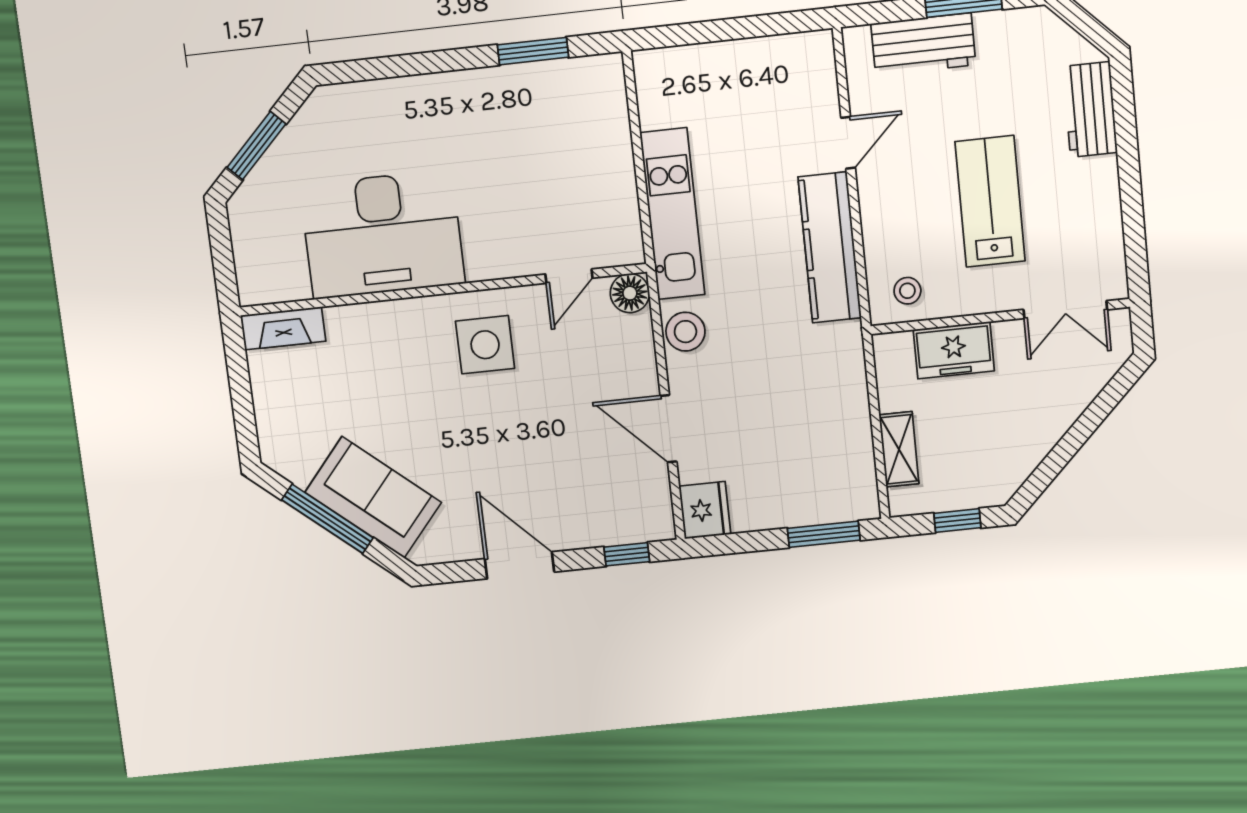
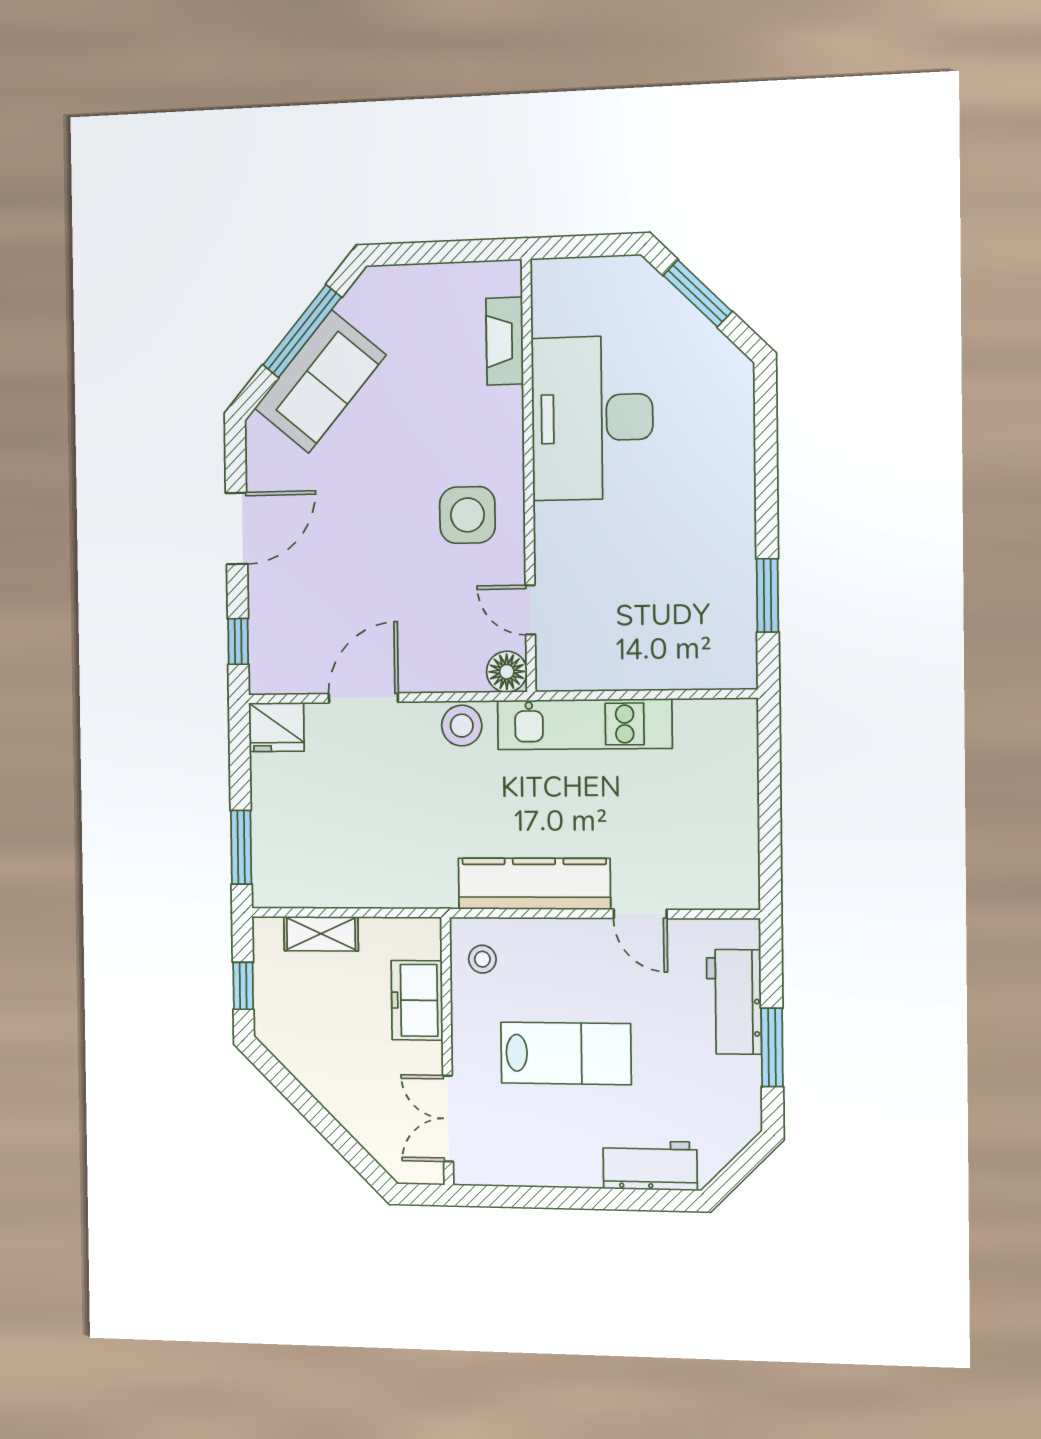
fireplace: (283, 328) -> (505, 341), moved

